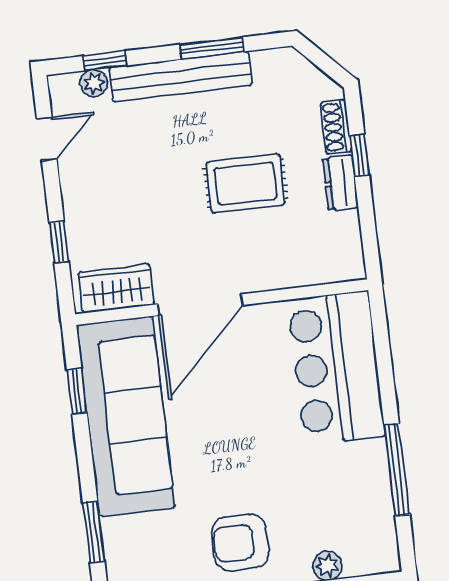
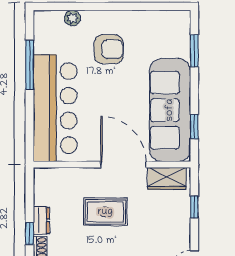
rug: (246, 183) -> (105, 212), moved
door: (200, 305) -> (123, 165), hinge flipped
bar counter: (336, 368) -> (55, 108), width x1.36
armchair: (240, 543) -> (109, 49), moved

